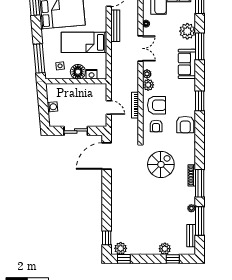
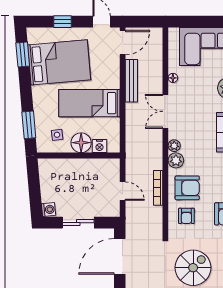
double door: (140, 48) -> (165, 111), swing flipped
window: (39, 58) -> (29, 125), width x0.69
washing machine: (52, 107) -> (48, 210), moved

